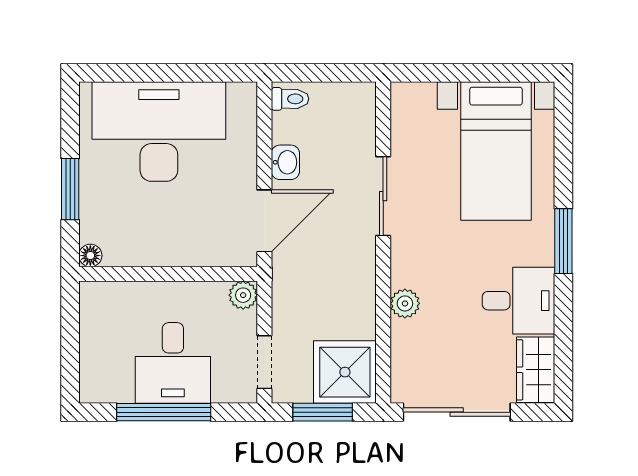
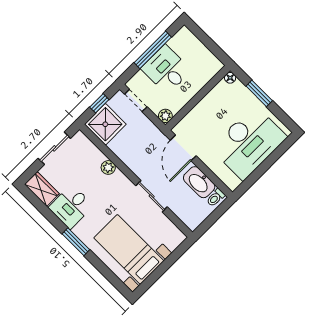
washbasin: (285, 162) -> (199, 182), width x1.91, depth x1.45
window: (323, 412) -> (99, 103), width x0.67
sliding door: (457, 412) -> (54, 148), width x0.73

